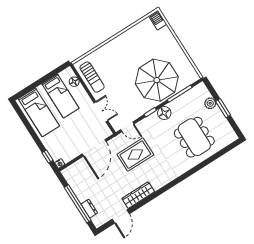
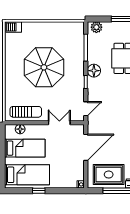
parasol: (157, 80) -> (44, 67), moved
plant: (210, 103) -> (96, 27), moved
door: (94, 148) -> (86, 147), hinge flipped
rug: (135, 155) -> (109, 175), moved, turned 90
window: (47, 156) -> (39, 191), moved

